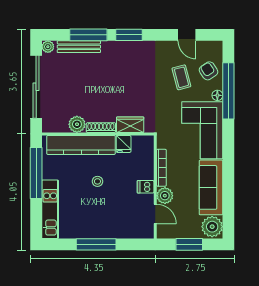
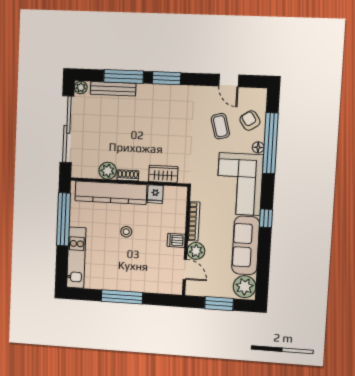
shoe rack: (101, 128) -> (128, 175), width x0.70
window: (228, 161) -> (266, 218), added

